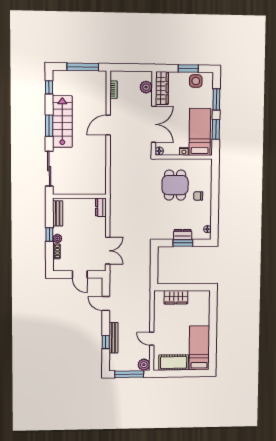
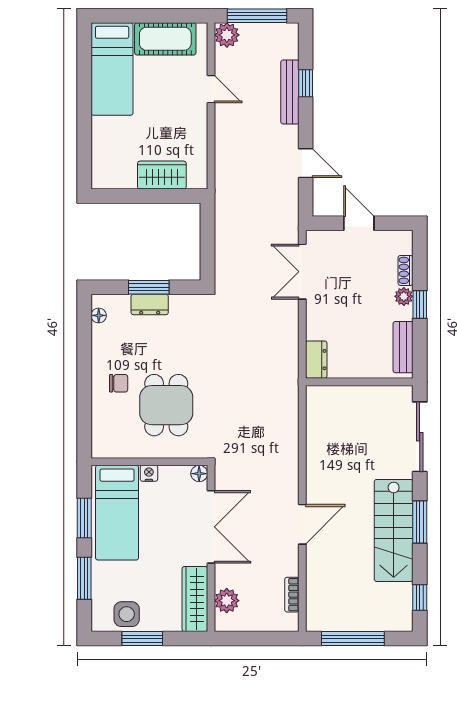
double door: (154, 124) -> (211, 527), swing flipped

